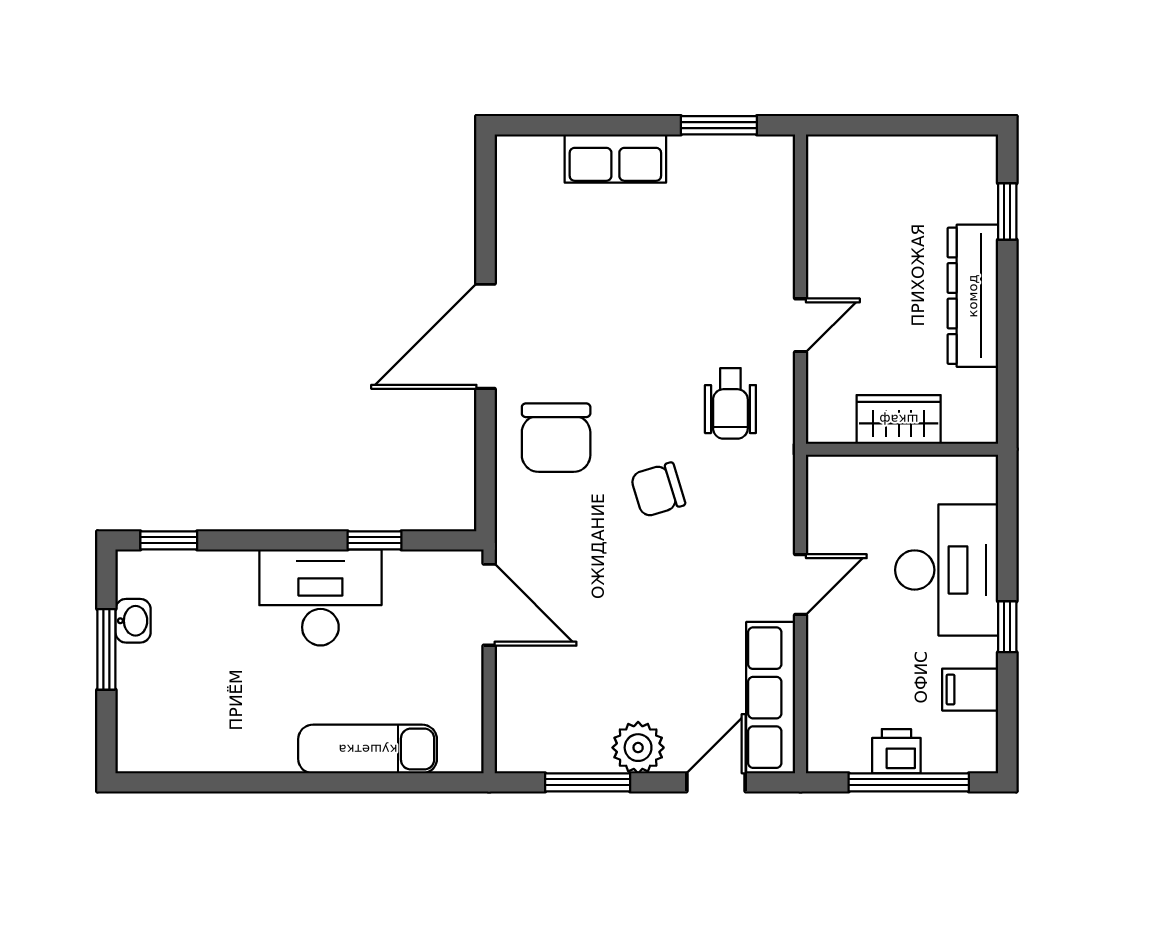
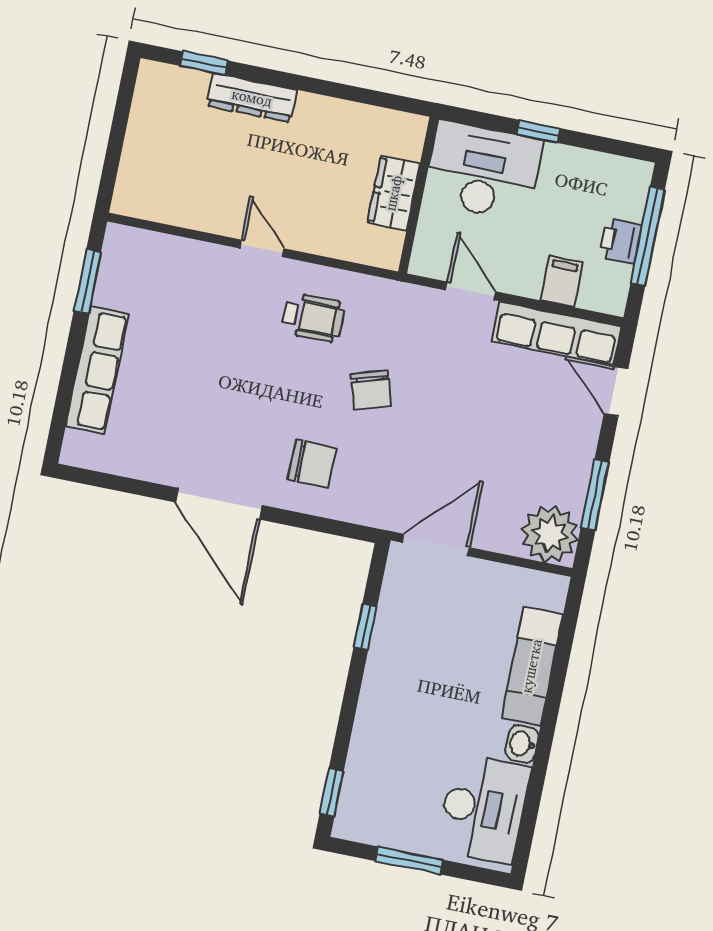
row of seats: (615, 158) -> (97, 370), width x1.48
dresser: (973, 296) -> (252, 98), width x0.73, depth x0.80
wardrobe: (899, 419) -> (394, 193), moved
chair: (556, 438) -> (312, 464), width x0.73, depth x0.73
wall: (902, 449) -> (418, 195), moved
desk: (320, 597) -> (483, 809), moved, turned 180
washbasin: (133, 621) -> (522, 744), moved, turned -90
filing cabinet: (970, 690) -> (562, 281), moved, turned 180
plant: (638, 748) -> (550, 534), moved, width x1.36, depth x1.36

